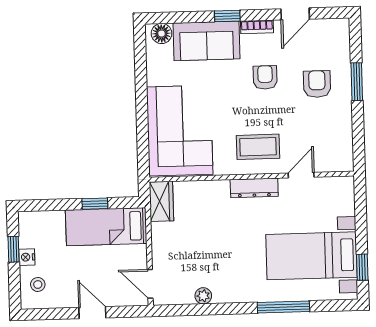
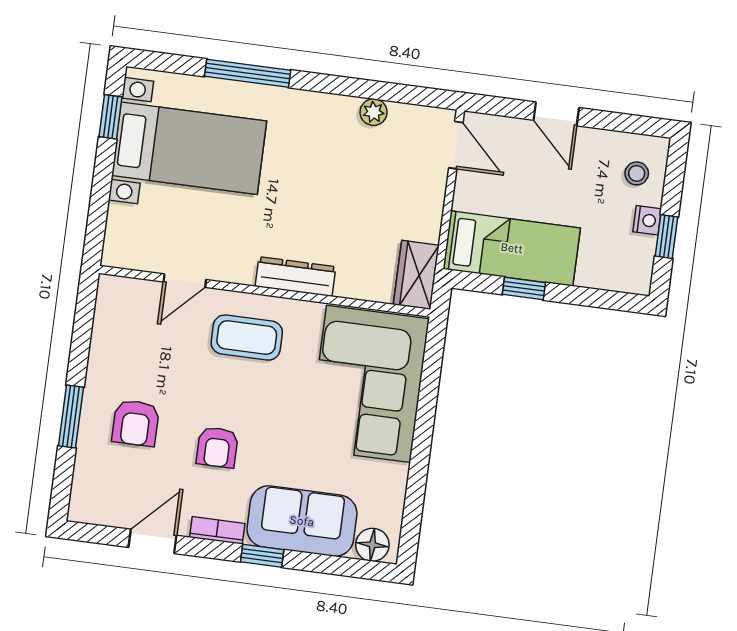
dresser: (254, 188) -> (295, 277), moved

